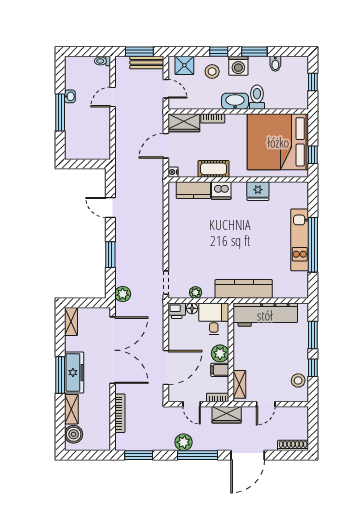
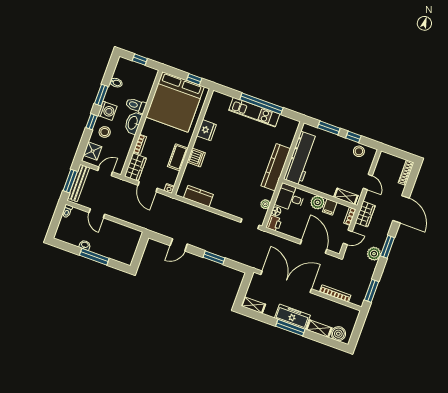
bench: (147, 63) -> (79, 183), width x1.36
kitchen counter: (193, 190) -> (198, 196), moved, turned -90
plant: (123, 294) -> (247, 259), removed
window: (197, 455) -> (387, 247), width x0.69

